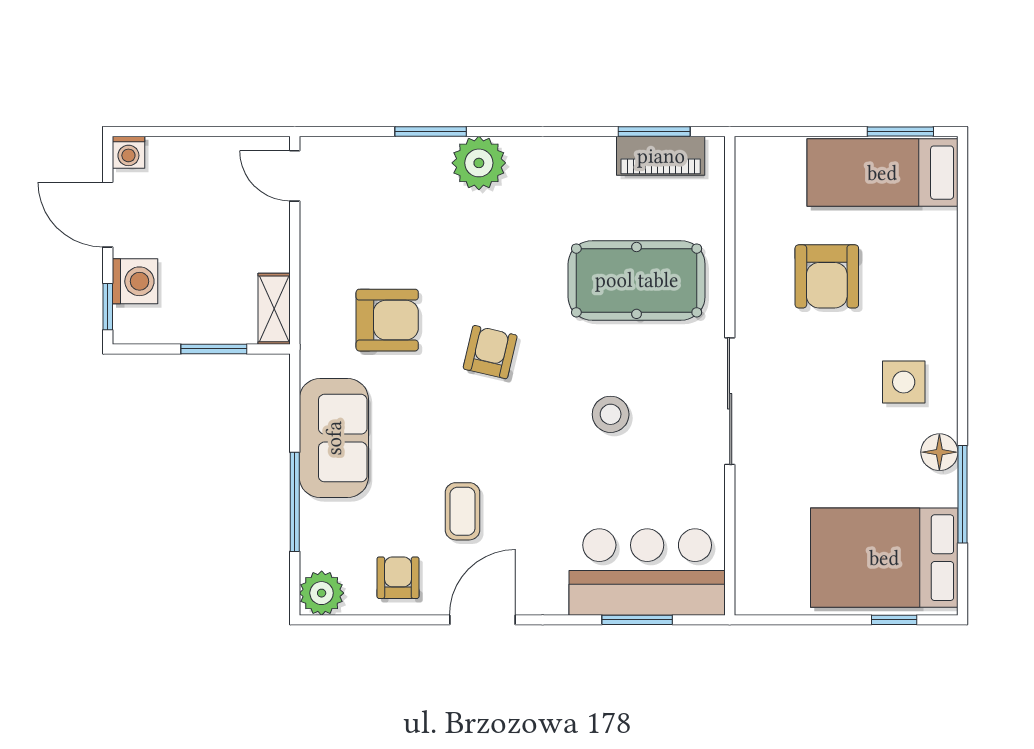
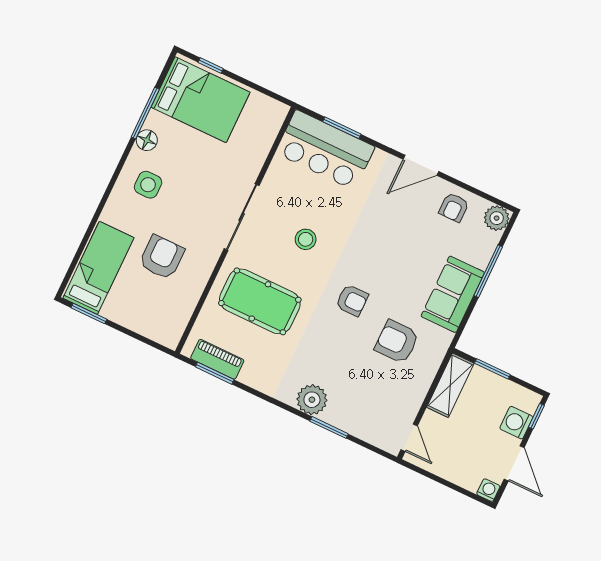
bed: (882, 173) -> (98, 268), moved, turned -90
shelving: (274, 309) -> (450, 385), width x1.50, depth x1.33
armchair: (490, 352) -> (352, 300), turned -103
coffee table: (462, 511) -> (405, 226), removed

